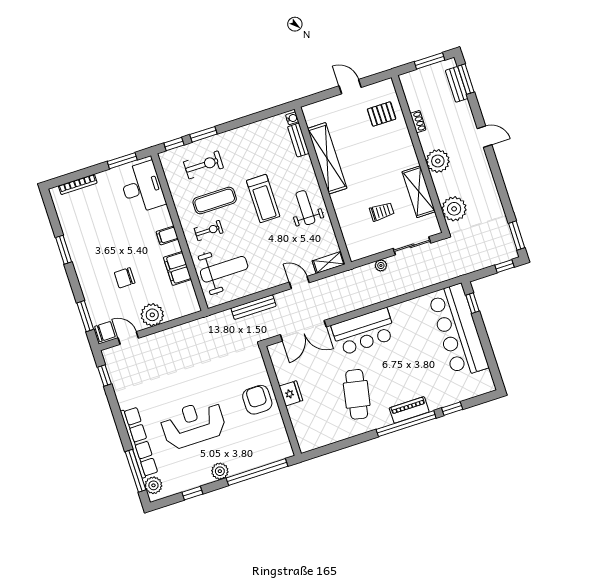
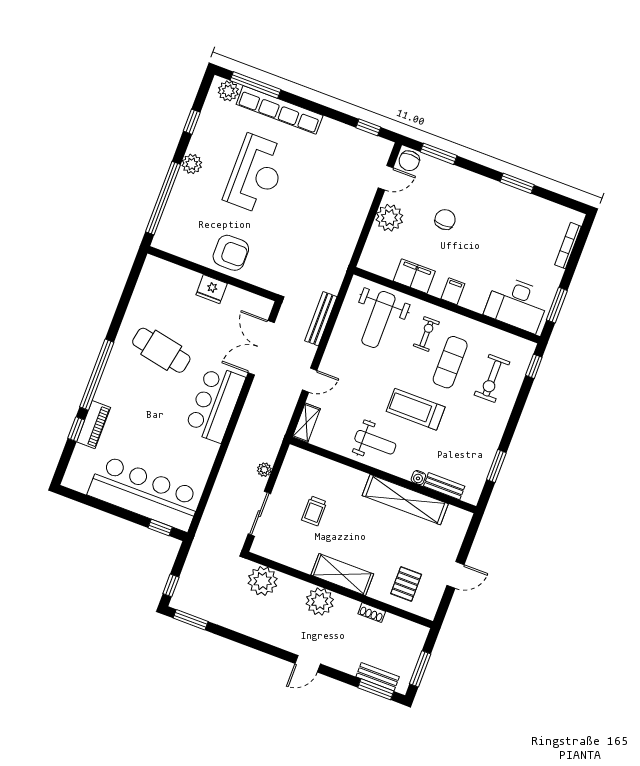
water cooler: (292, 118) -> (418, 478), moved
window: (203, 134) -> (496, 466), moved
shelving: (419, 192) -> (342, 574), moved
exercise bike: (209, 231) -> (426, 334), turned 180
piano: (409, 410) -> (94, 425), moved

